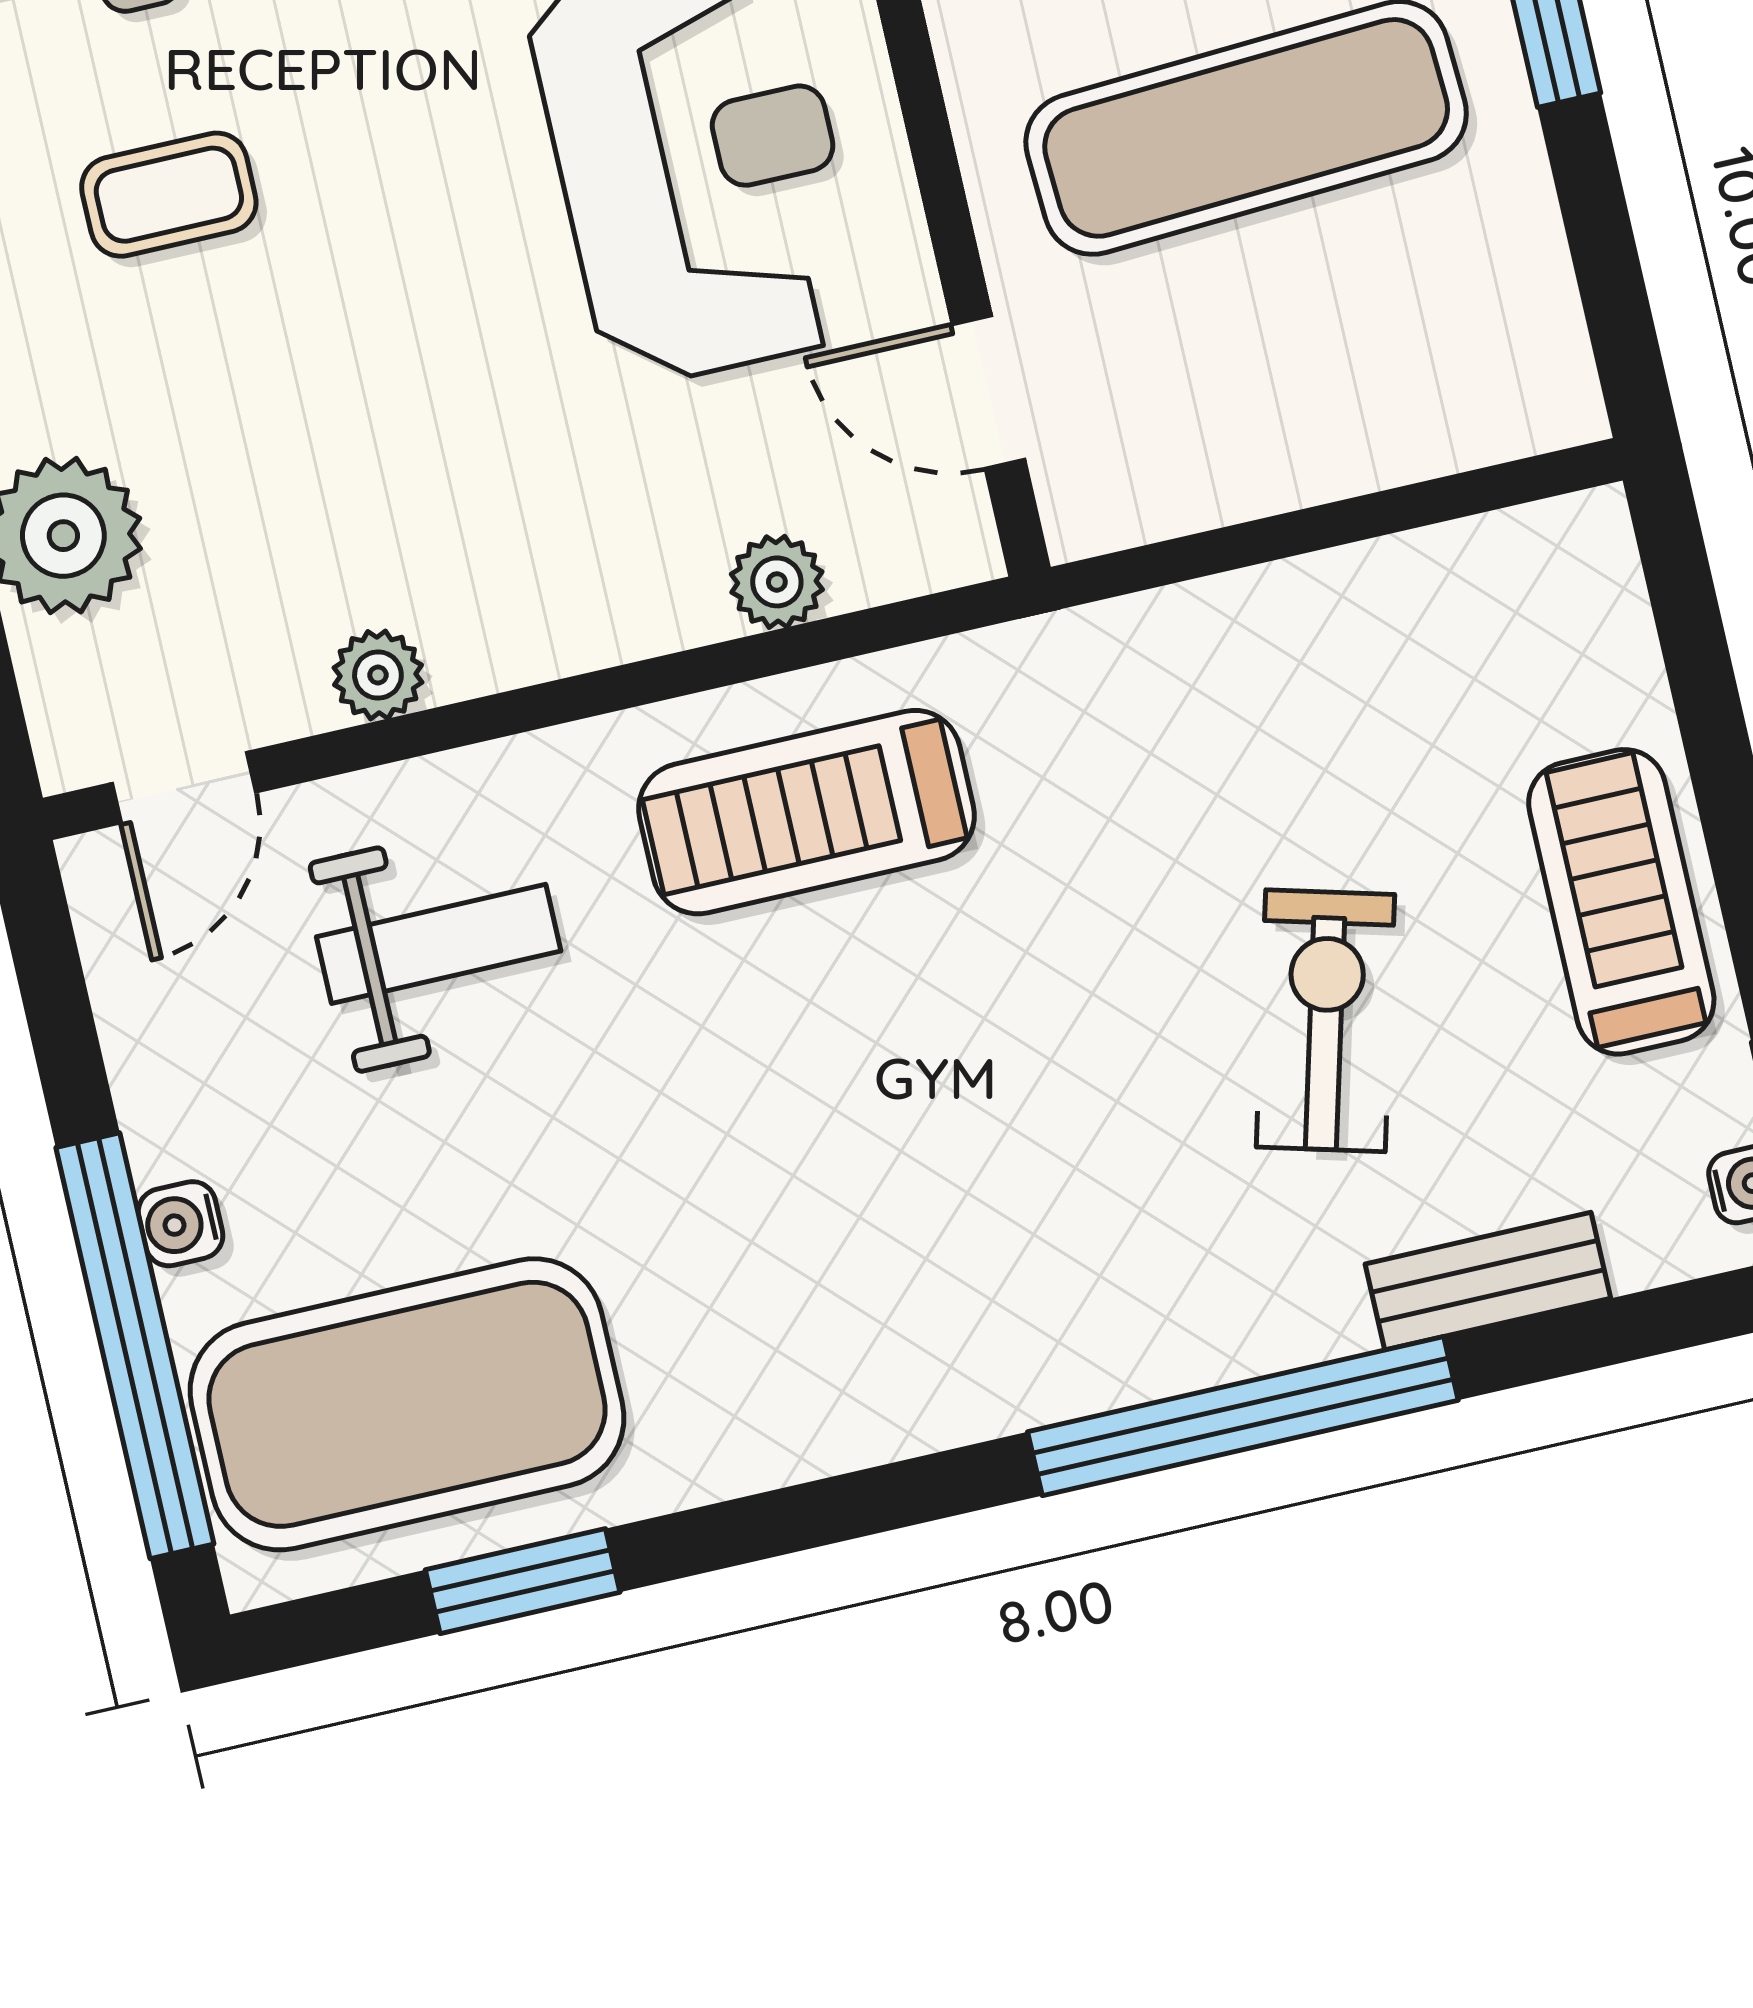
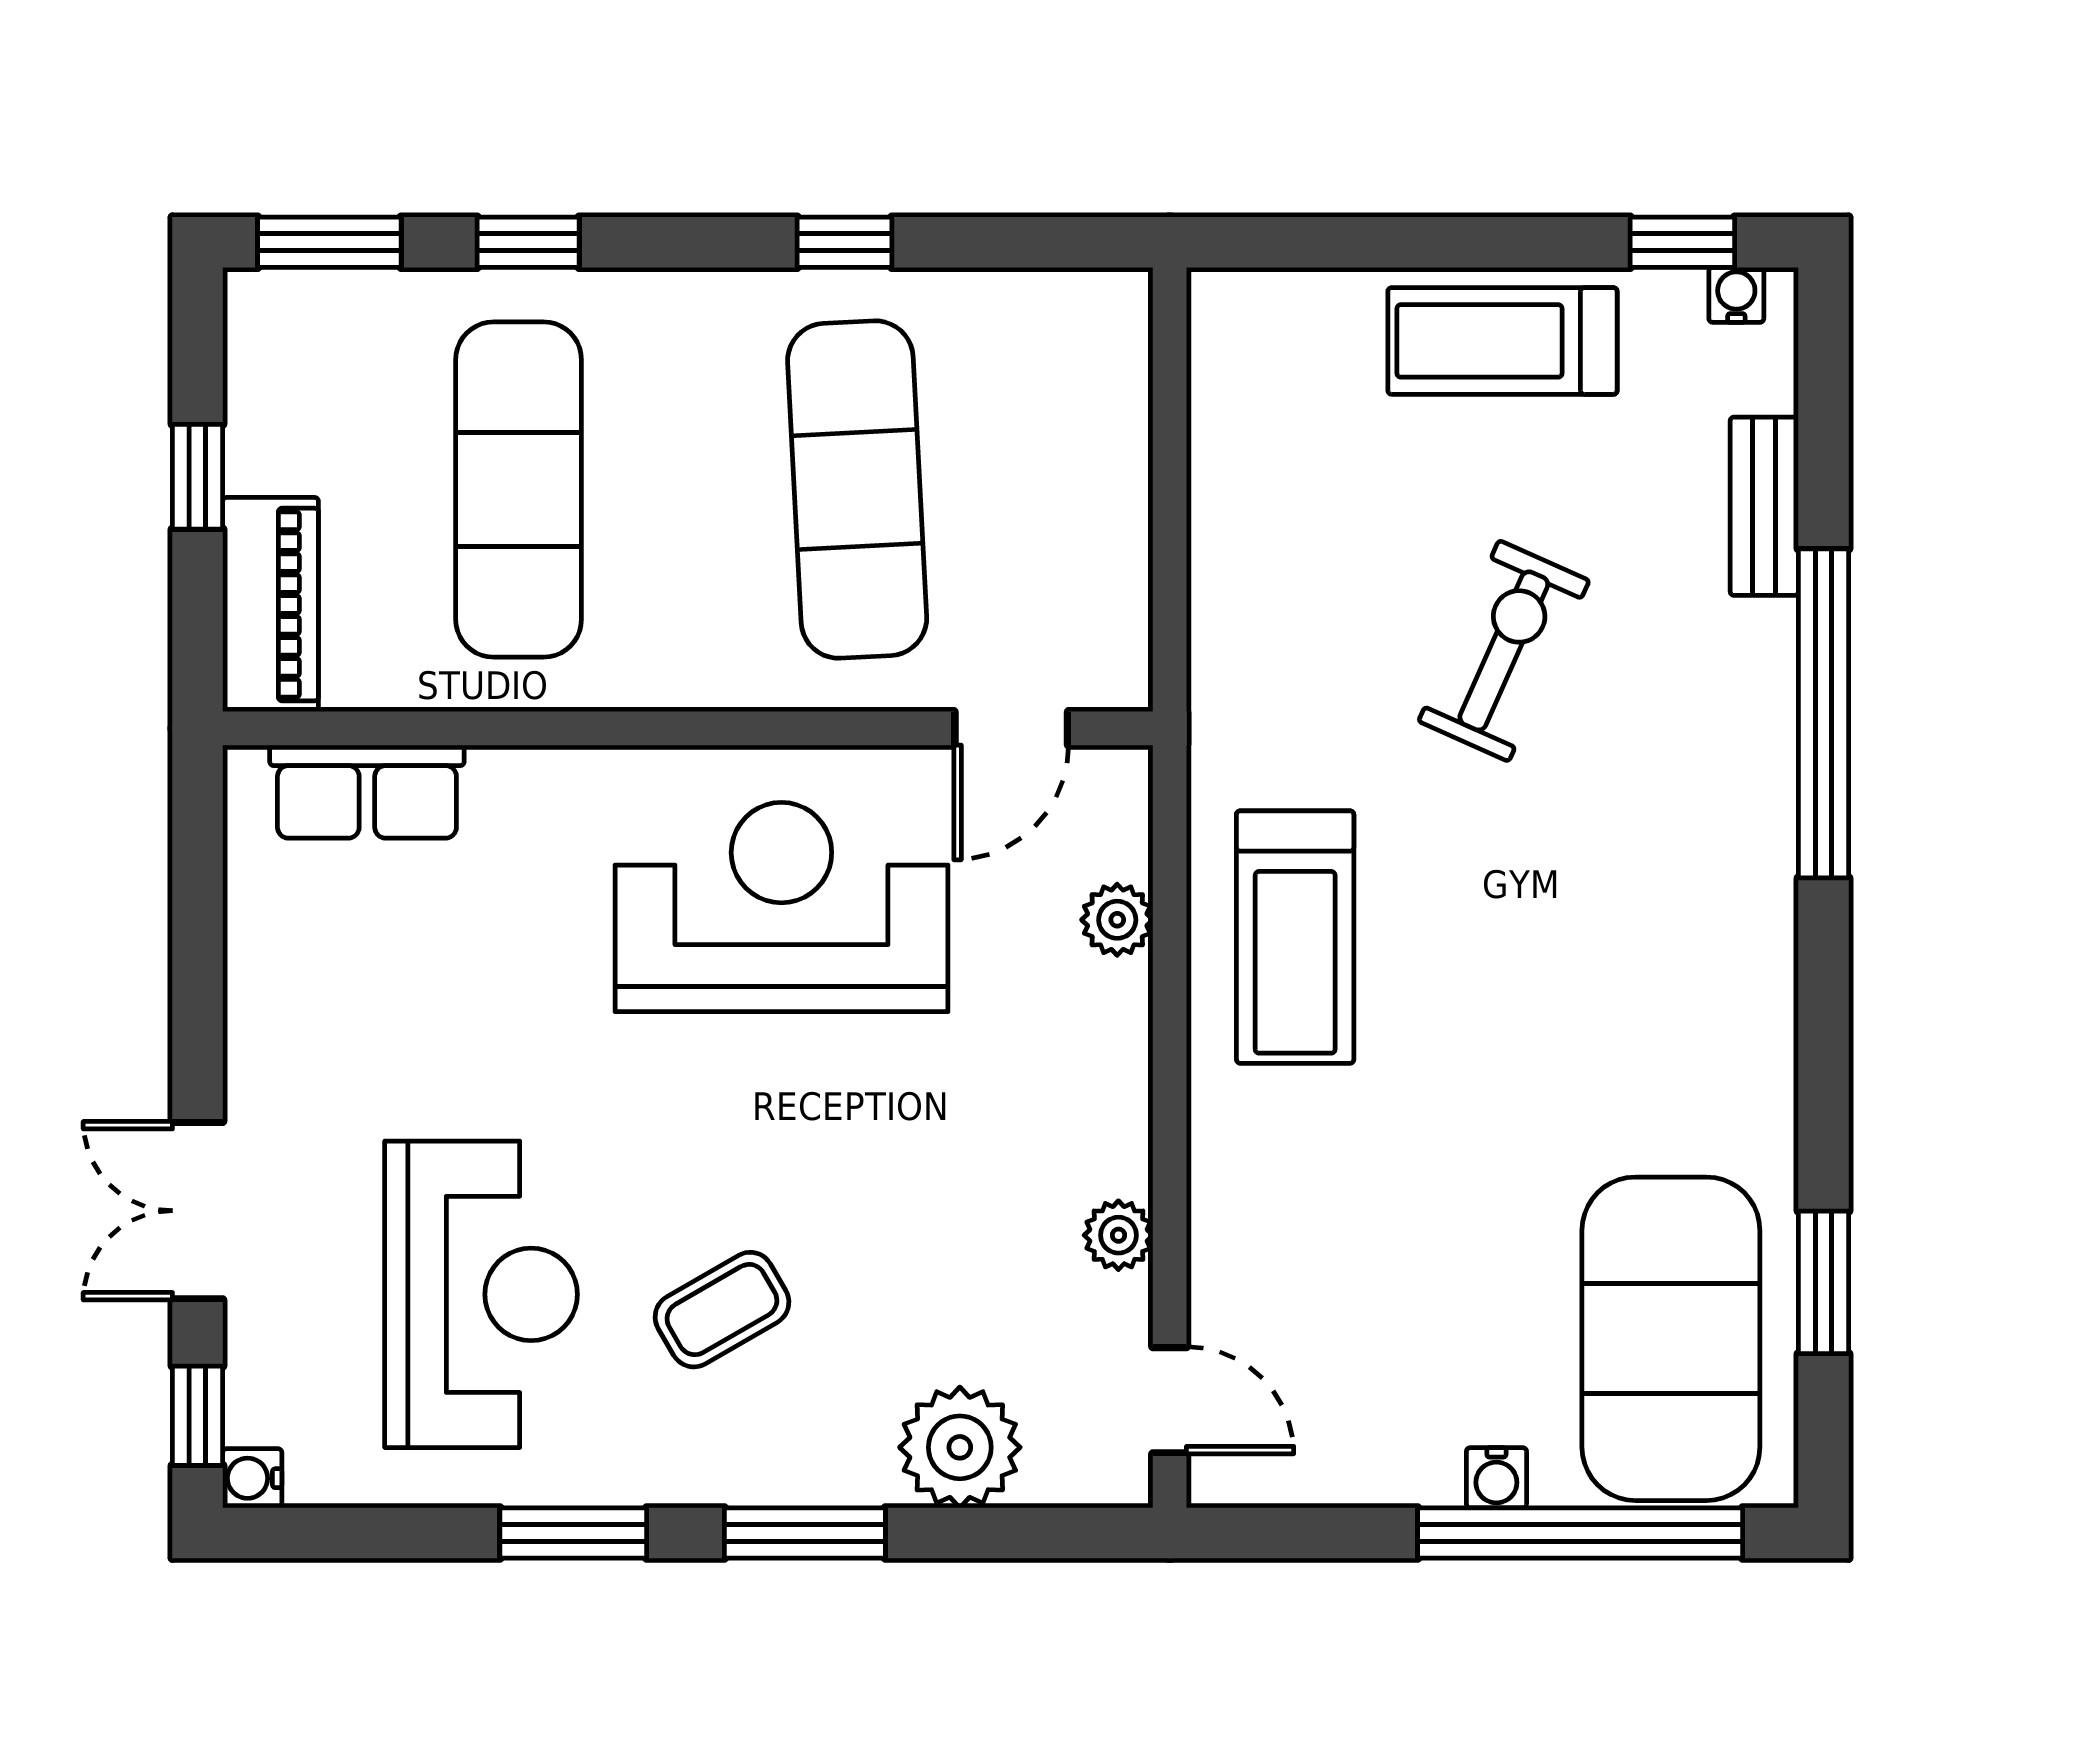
coffee table: (169, 195) -> (722, 1310), turned 60
weight bench: (439, 944) -> (1331, 1236), removed
exercise bike: (1325, 1021) -> (1504, 651), moved, turned 99

